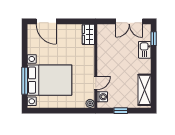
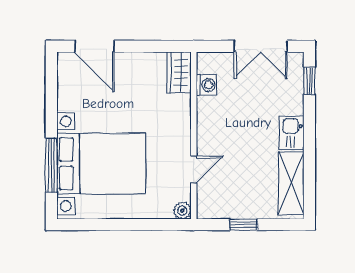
kitchen sink: (145, 50) -> (292, 133), moved
washing machine: (102, 97) -> (207, 85), moved

